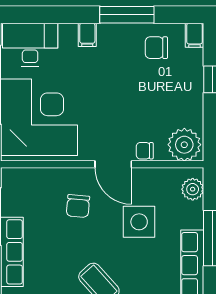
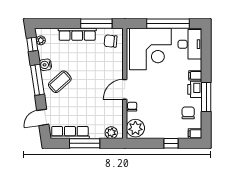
printer: (113, 36) -> (195, 89), added
chair: (78, 206) -> (111, 41), moved
side table: (139, 222) -> (93, 104), removed

